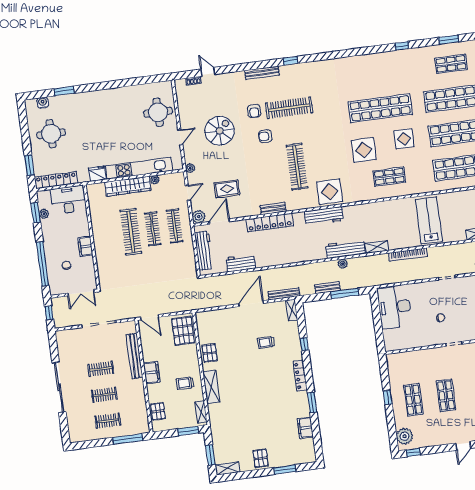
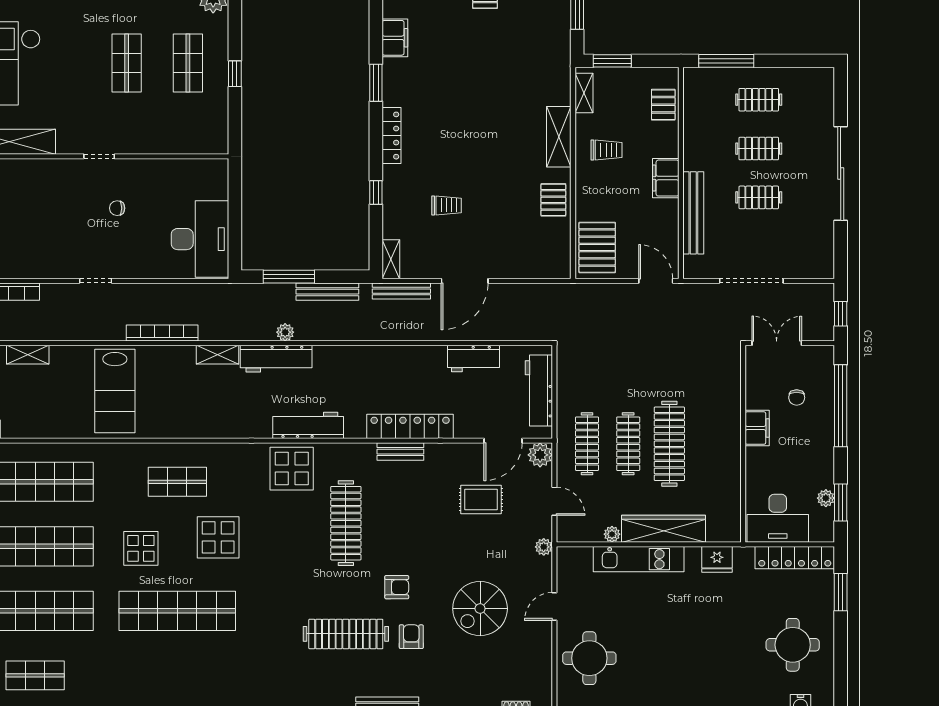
kitchen unit: (139, 168) -> (639, 559), width x0.73
door: (188, 193) -> (554, 501), swing flipped
bench: (327, 288) -> (327, 292), width x1.36

